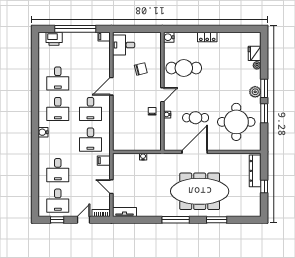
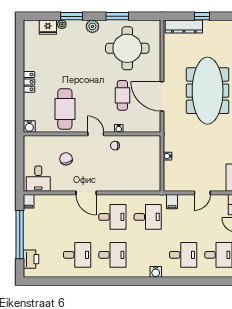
window: (264, 88) -> (72, 16), moved
water cooler: (43, 132) -> (156, 272), moved

